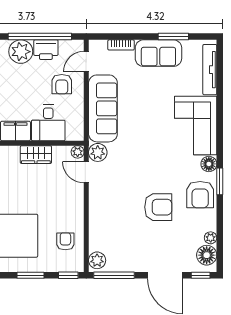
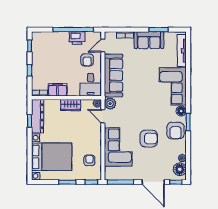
plant: (21, 52) -> (61, 39), removed
desk: (48, 123) -> (91, 85), moved
corner sofa: (110, 220) -> (118, 147), added
plant: (97, 260) -> (110, 173), removed

